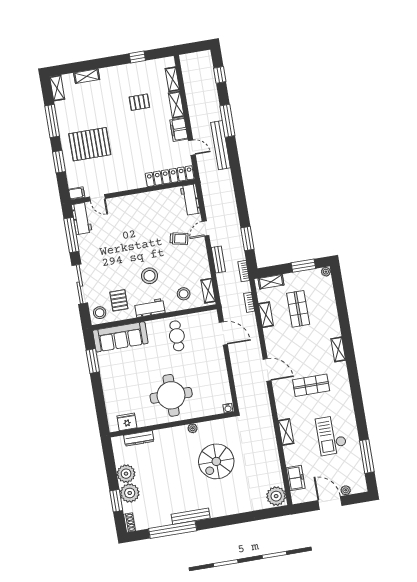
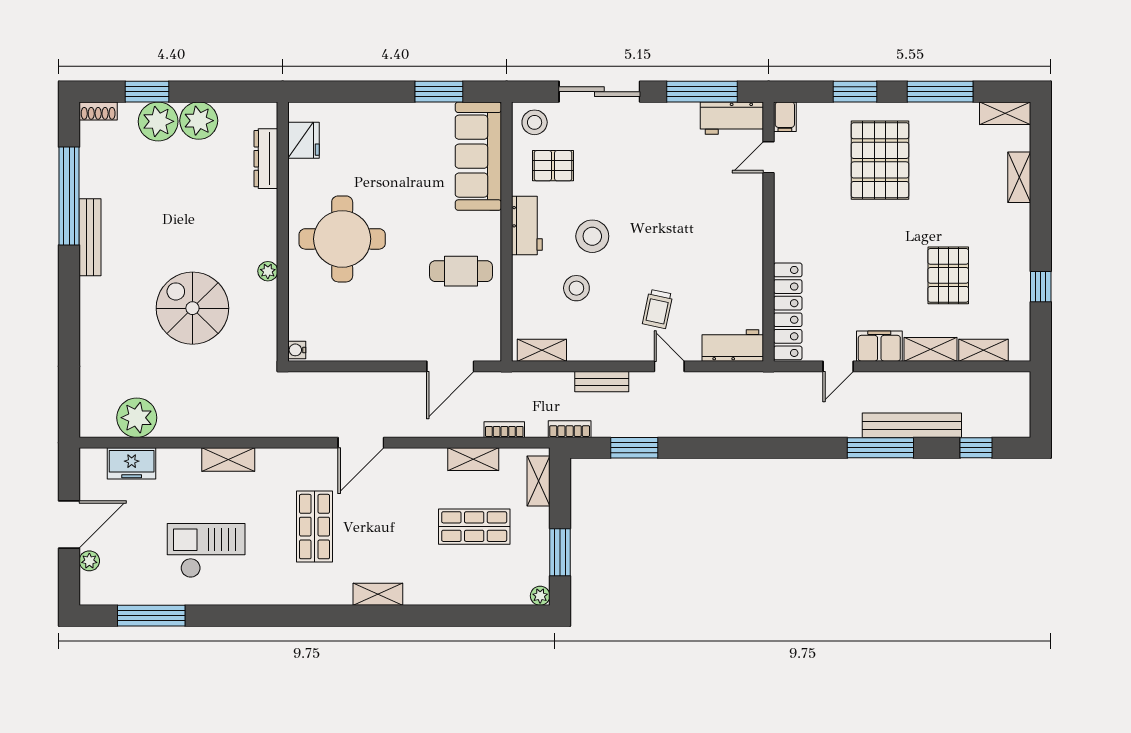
pallet: (139, 102) -> (948, 275), width x1.50, depth x1.42
bench: (220, 145) -> (912, 425), moved
stool: (184, 294) -> (576, 288), moved
plant: (276, 496) -> (137, 418), moved

